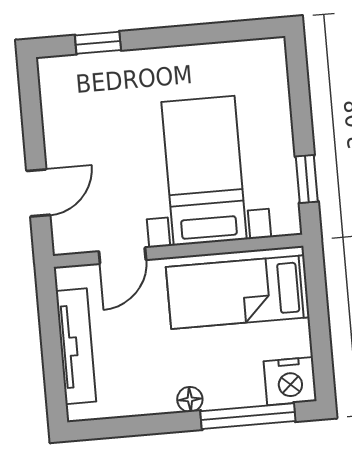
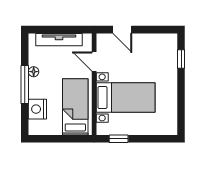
nightstand: (290, 381) -> (37, 109), moved
floor lamp: (190, 399) -> (34, 72), moved
window: (248, 416) -> (25, 84), moved

